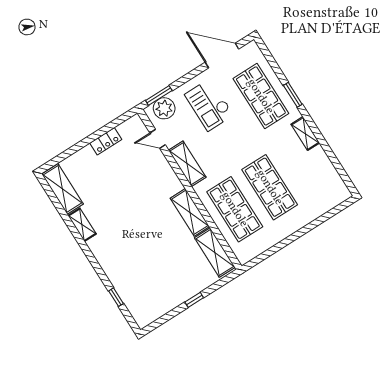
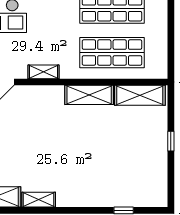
shelving: (187, 164) -> (44, 72), width x0.67, depth x0.75

